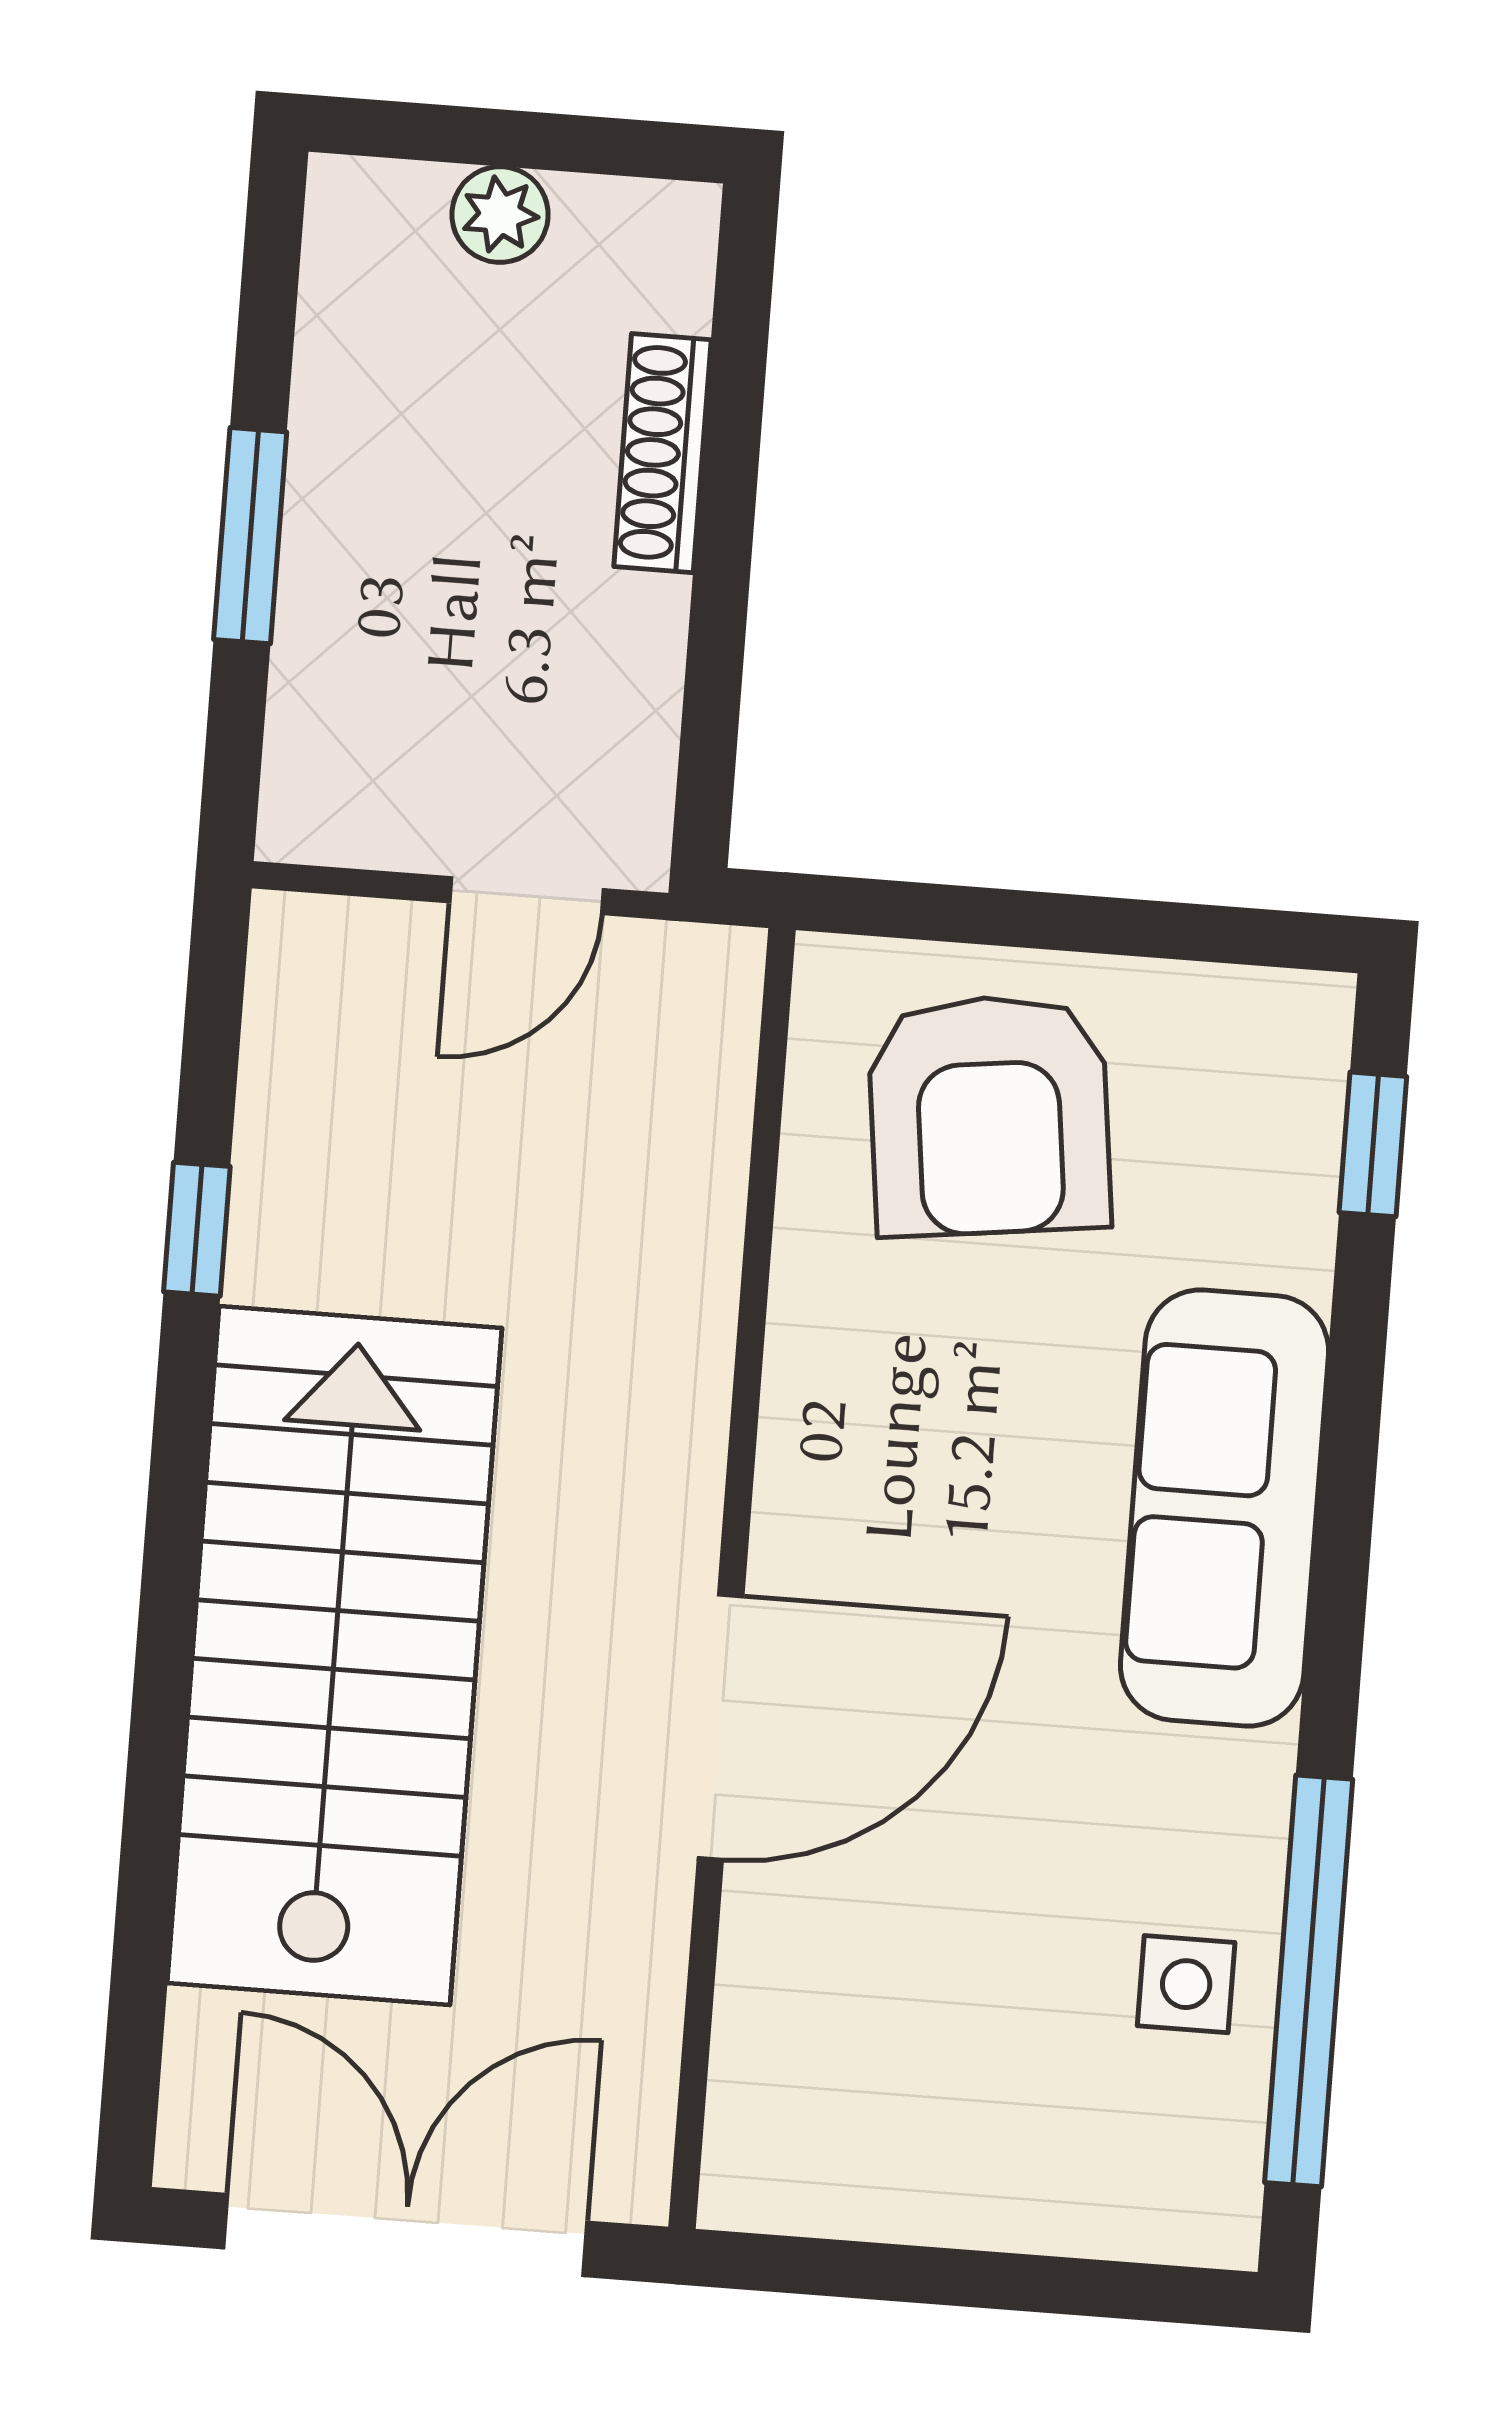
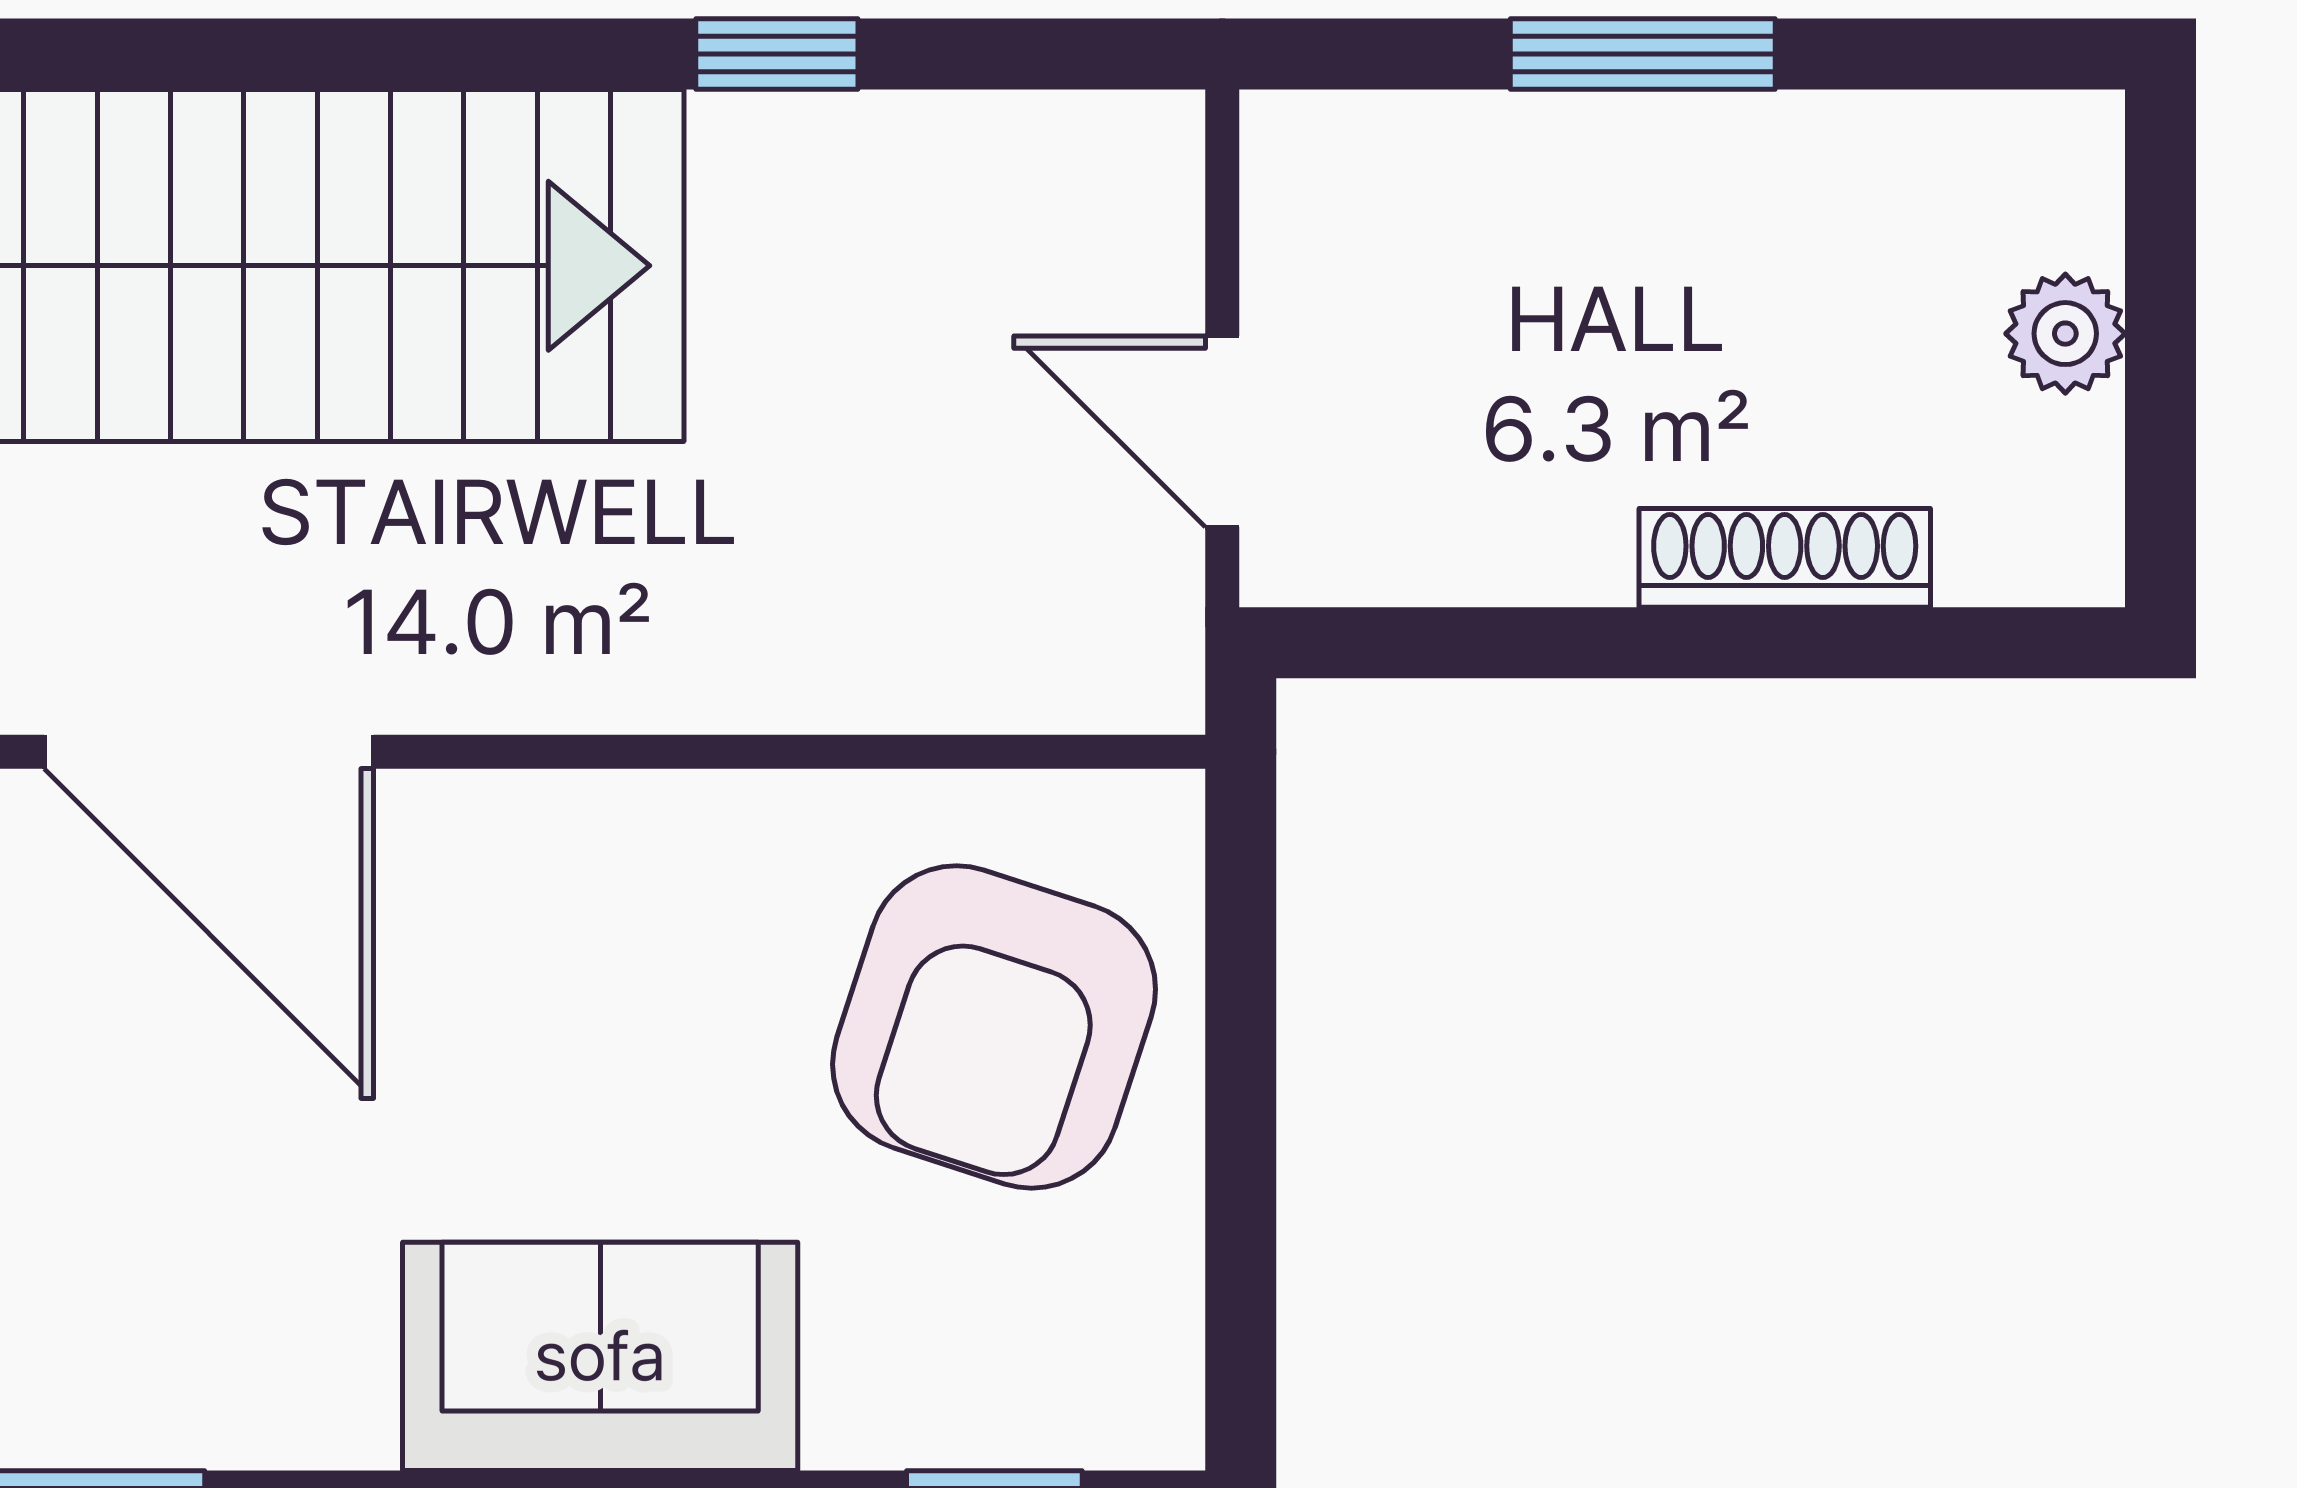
armchair: (989, 1115) -> (994, 1027), turned -65
sofa: (1224, 1508) -> (600, 1356), width x0.73

